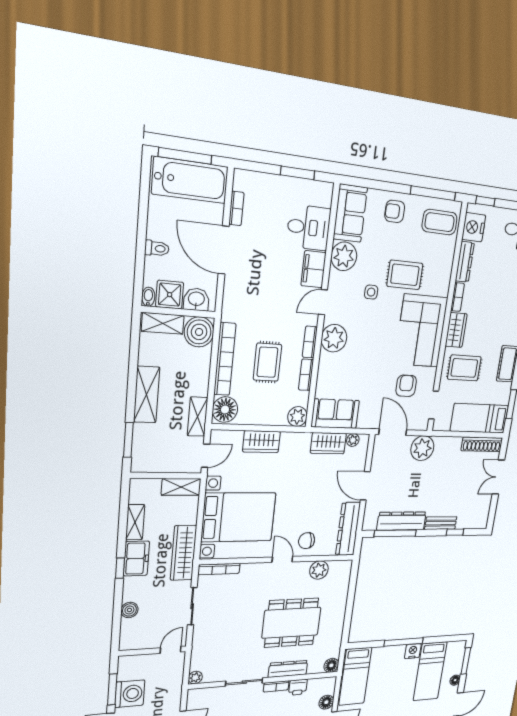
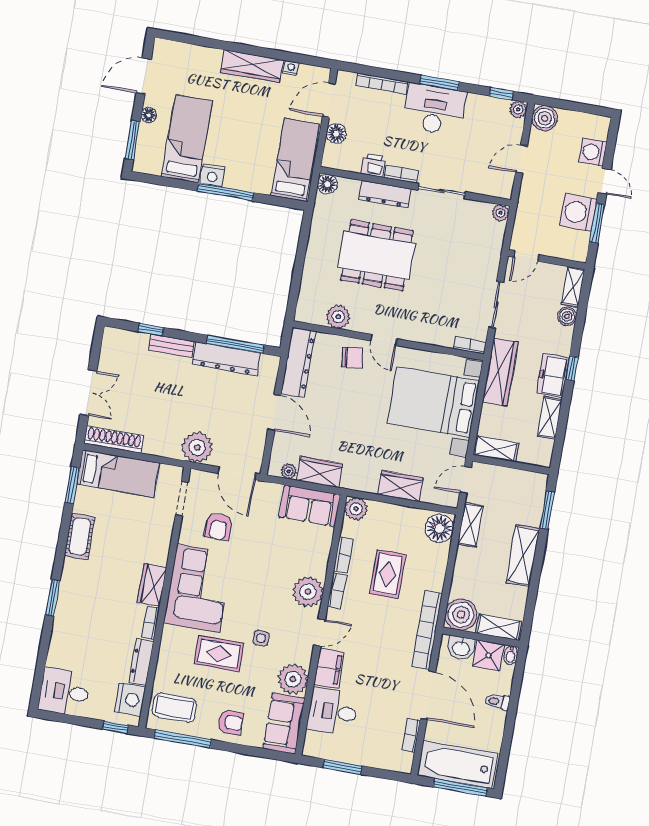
bookcase: (225, 359) -> (427, 630), moved
rug: (464, 368) -> (140, 538), removed
bookcase: (219, 569) -> (470, 345), width x0.64
shelving: (127, 635) -> (573, 287), added

